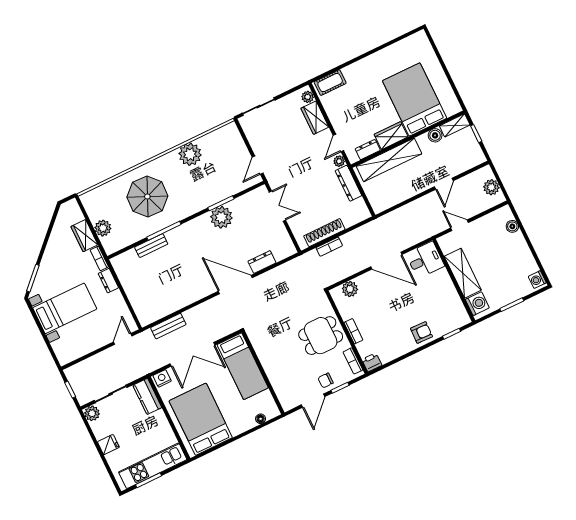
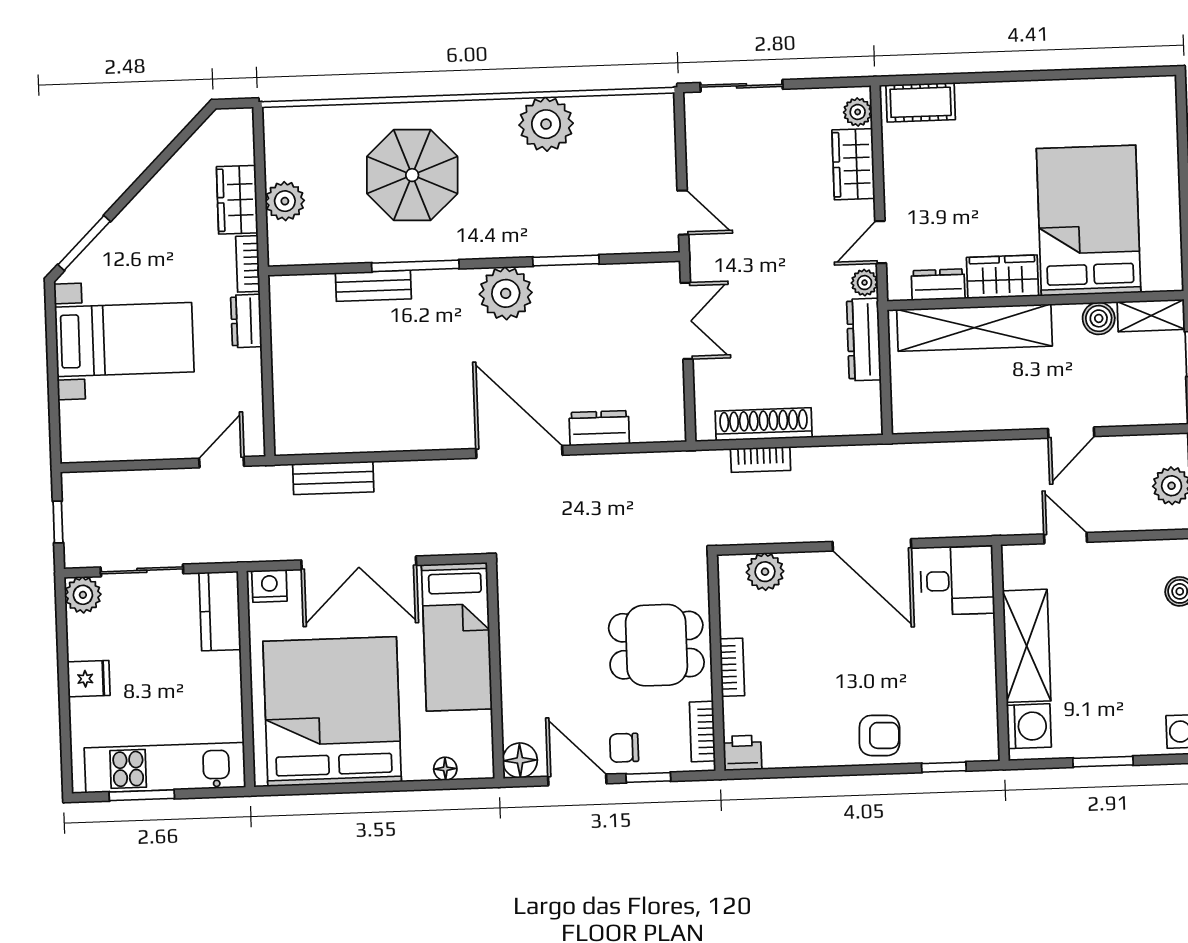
door: (258, 165) -> (683, 213), swing flipped
plant: (221, 217) -> (506, 293), moved
door: (313, 401) -> (577, 780), swing flipped
floor lamp: (288, 403) -> (520, 760), added
bed: (201, 419) -> (332, 712), width x1.36

